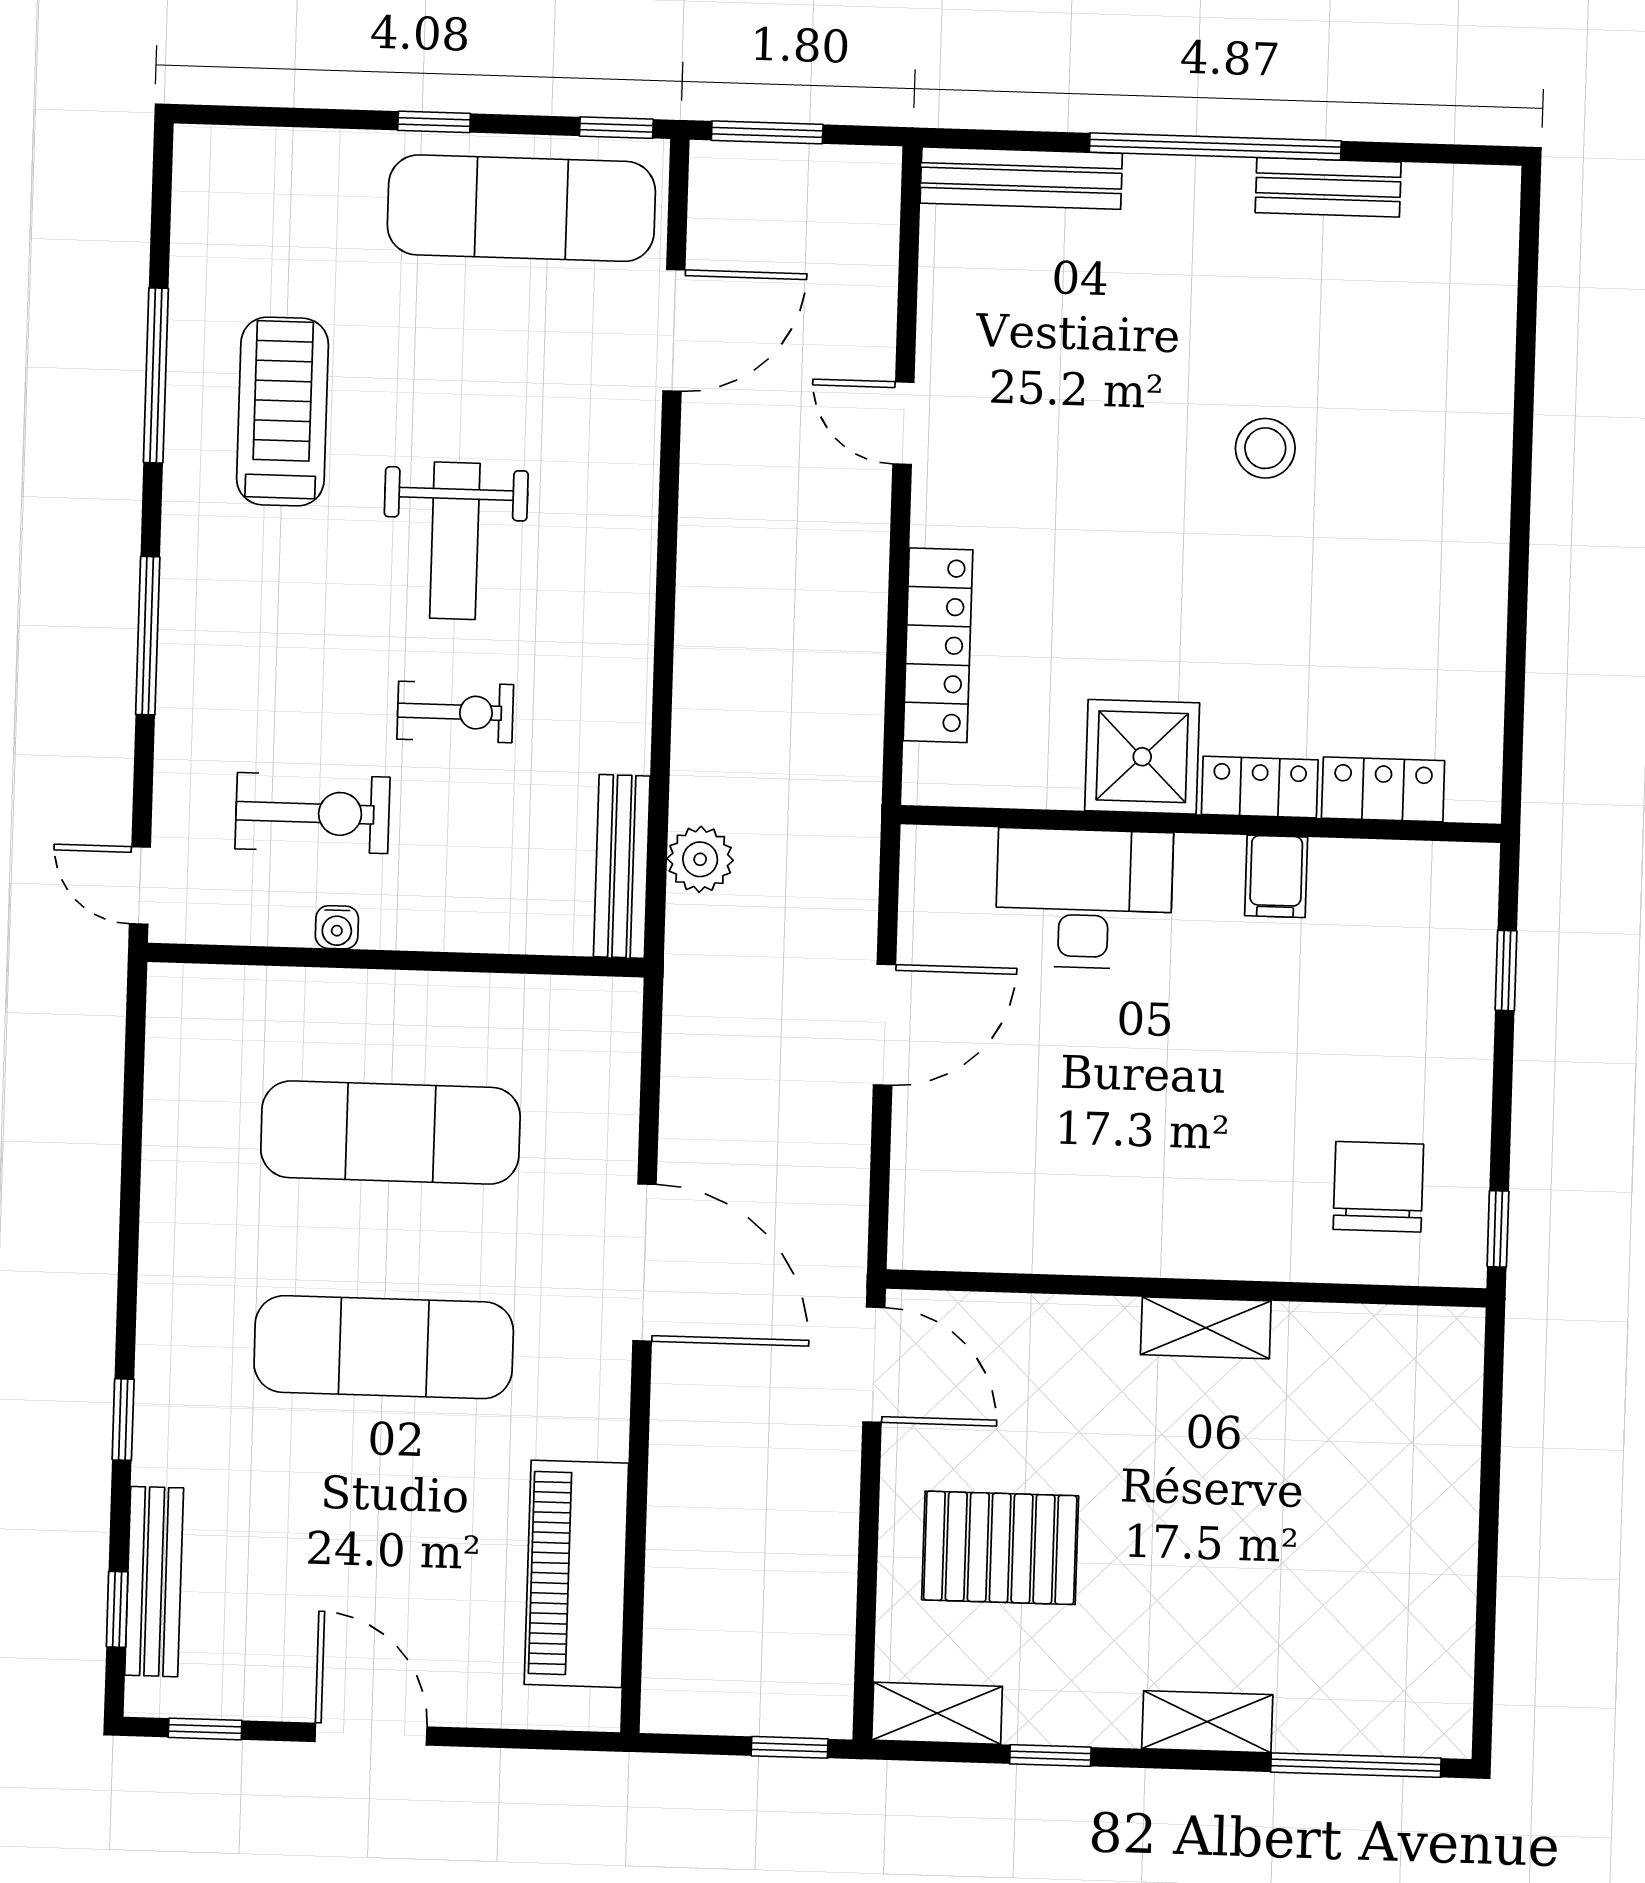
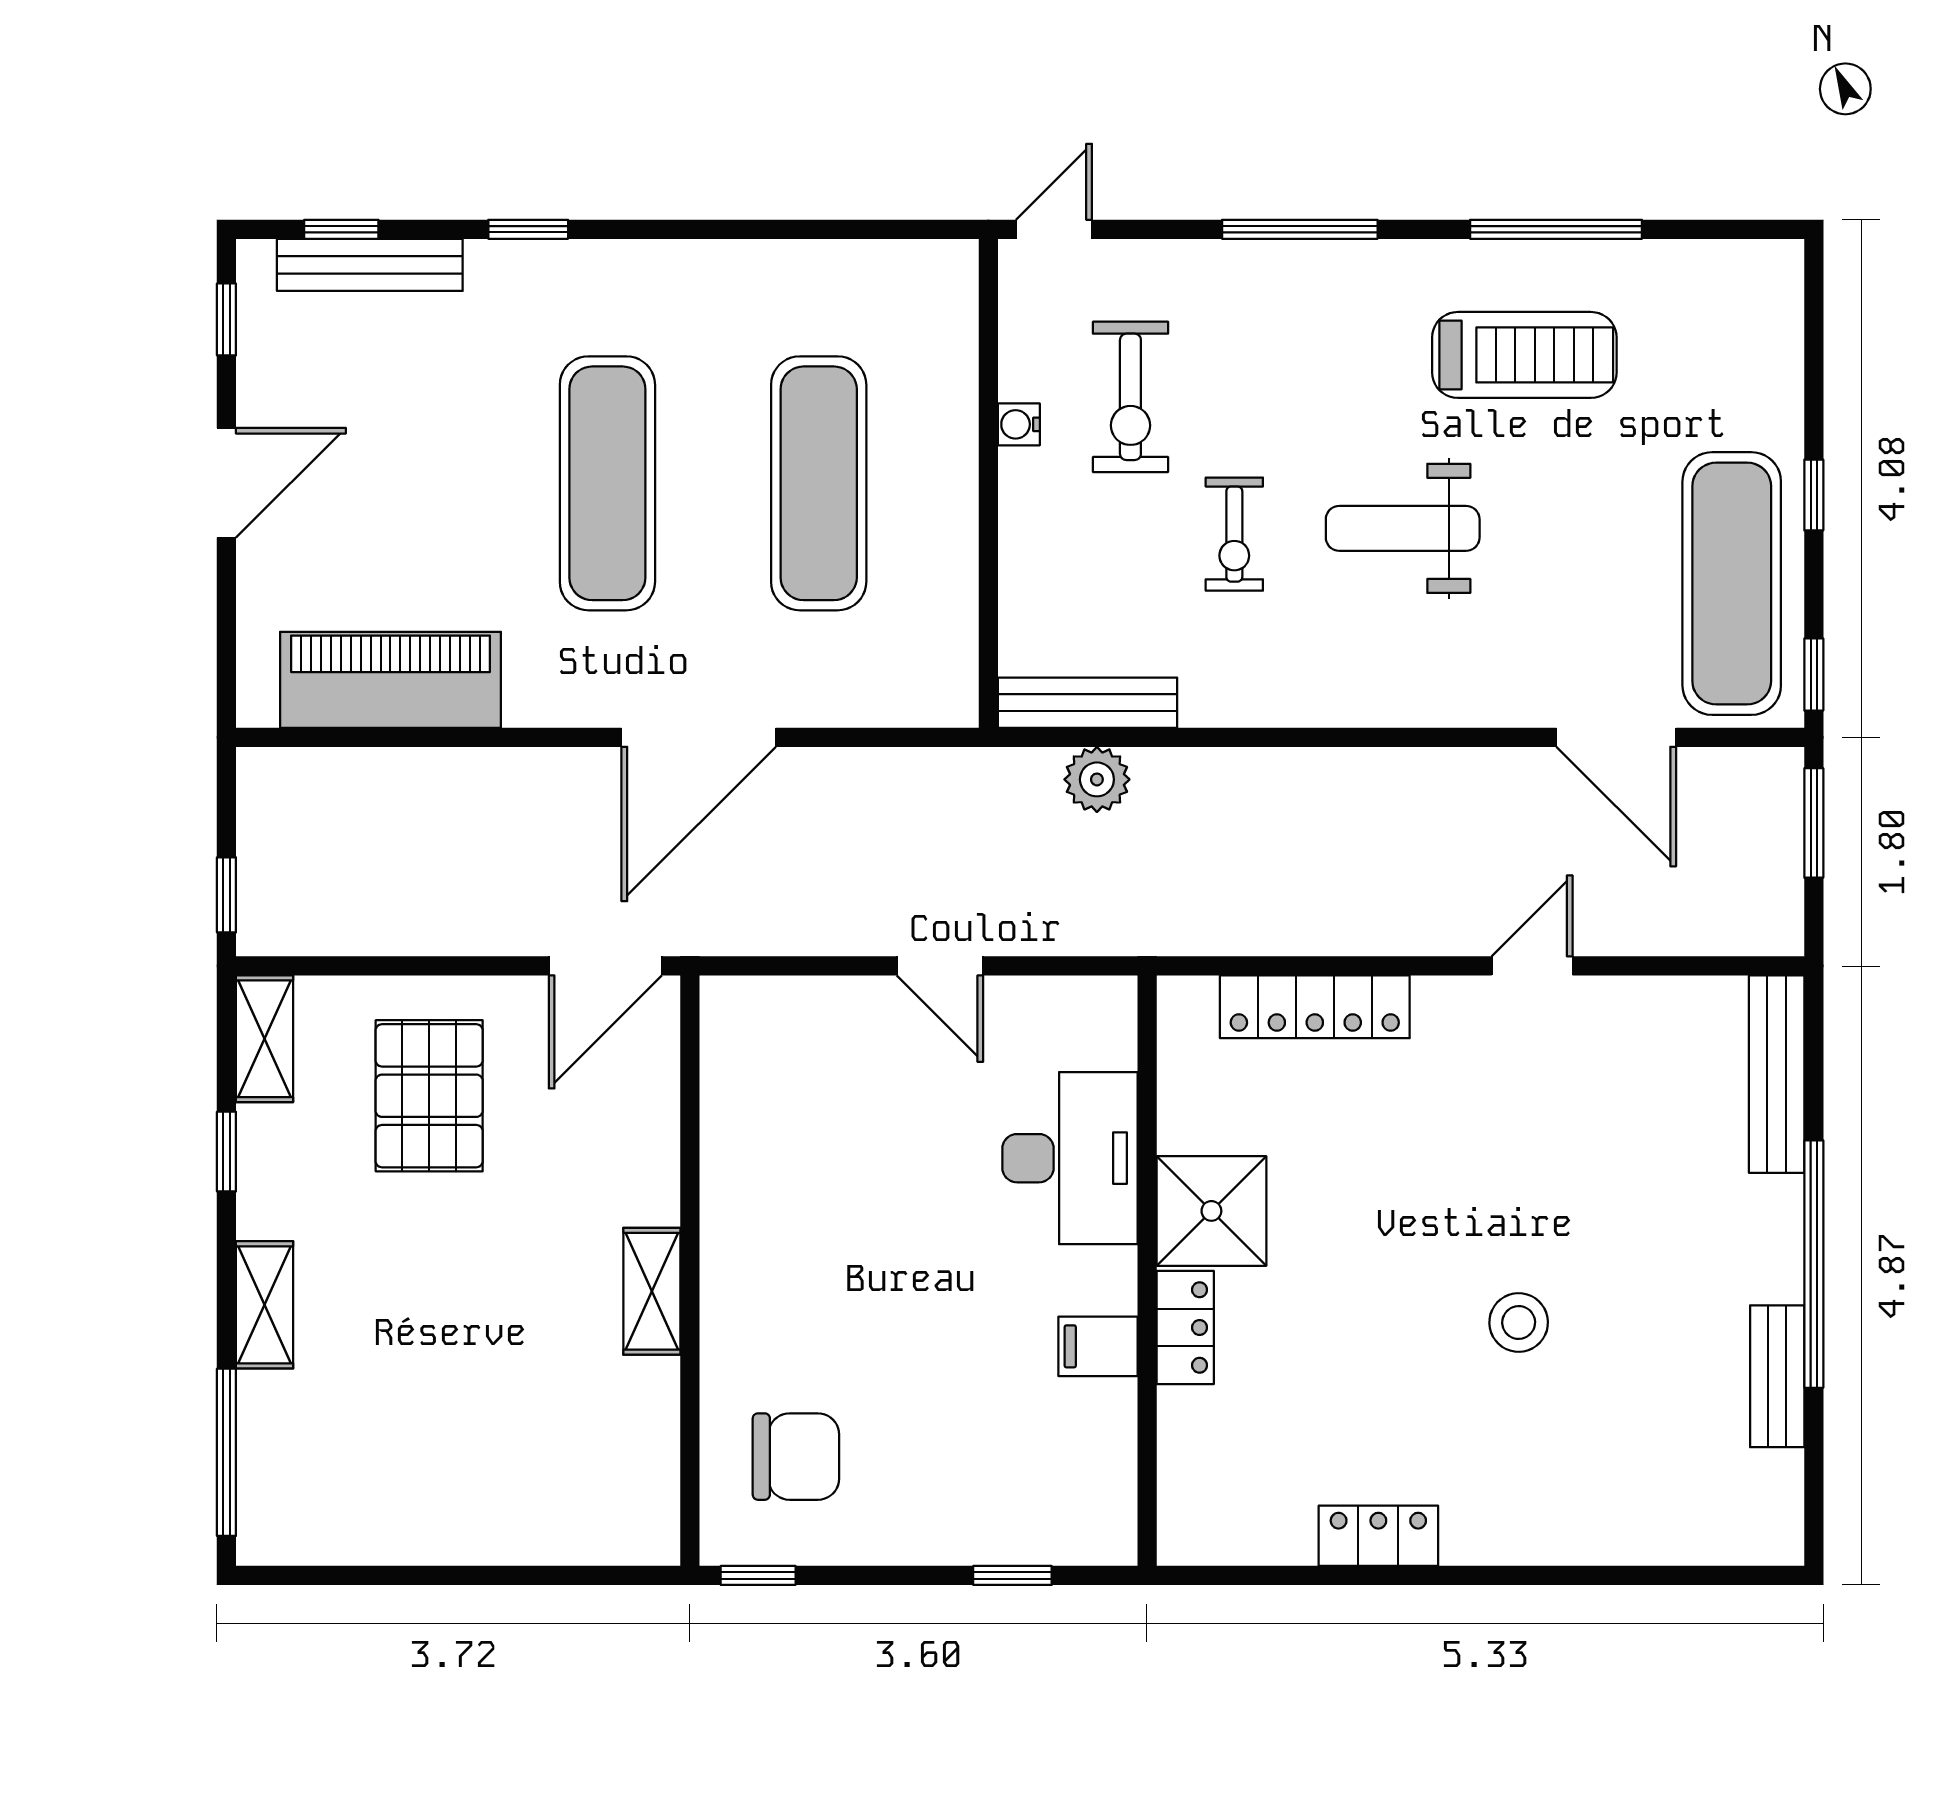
locker: (1383, 789) -> (1378, 1536), moved, turned -90
door: (884, 1025) -> (940, 966), width x0.73

